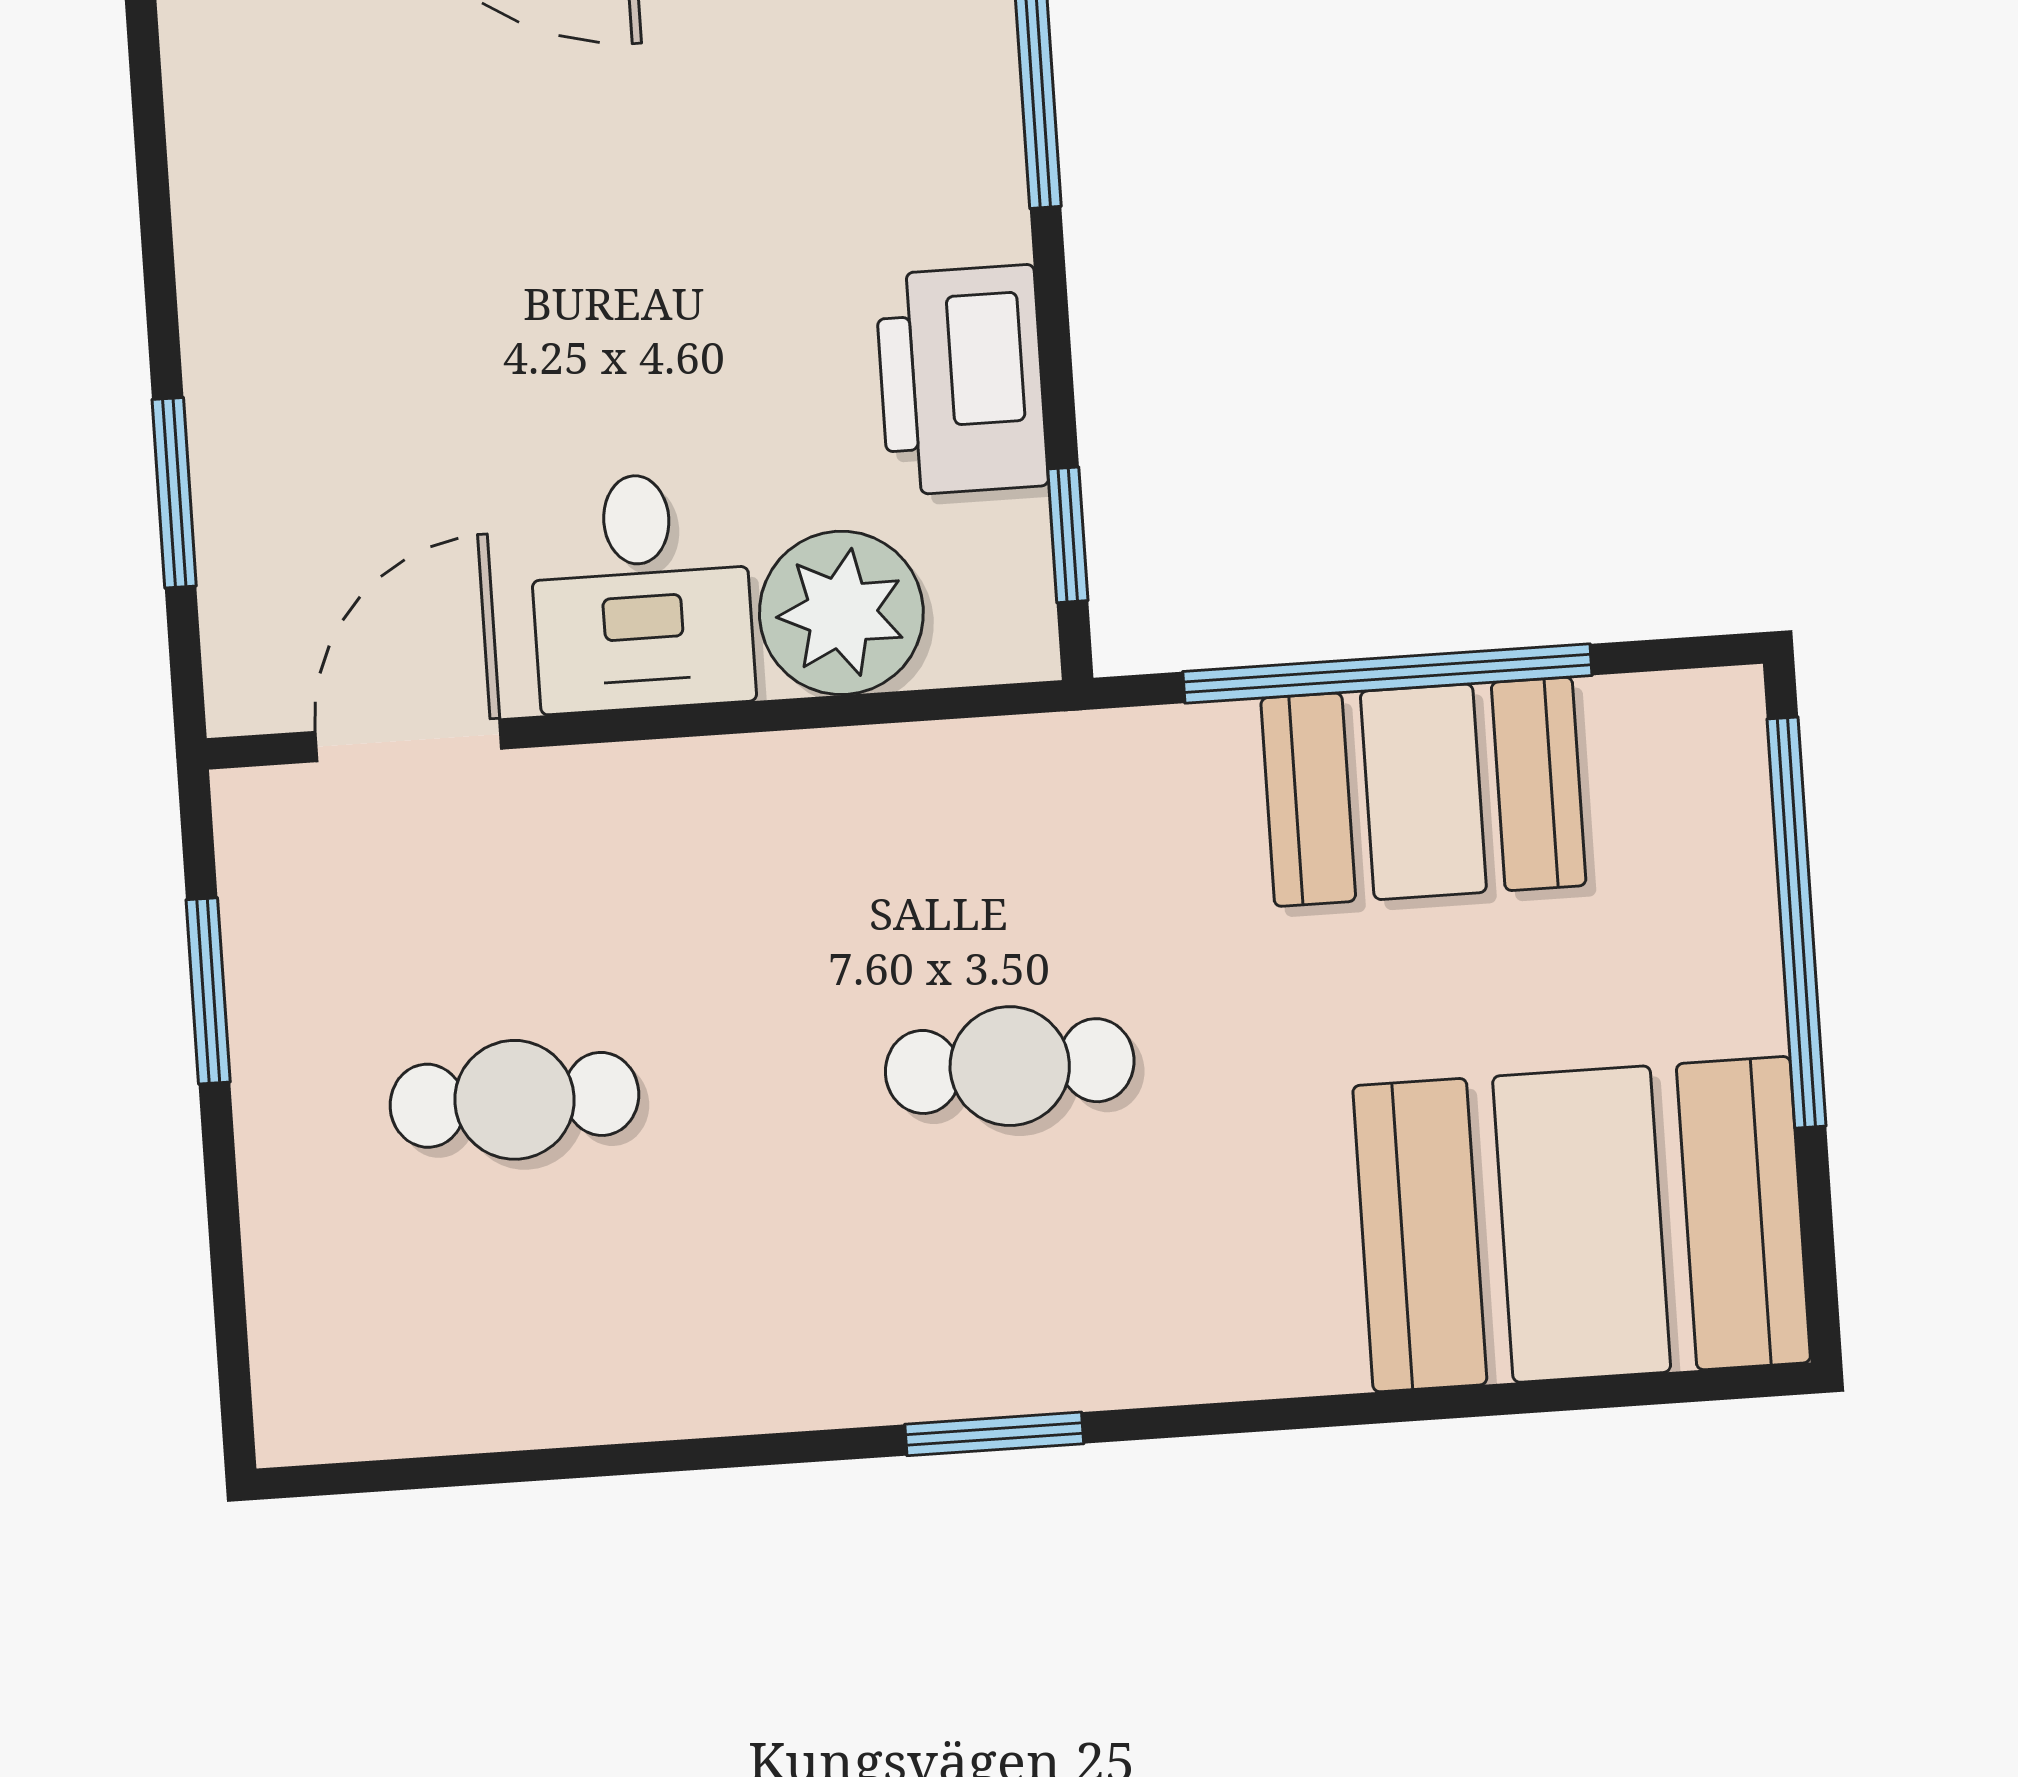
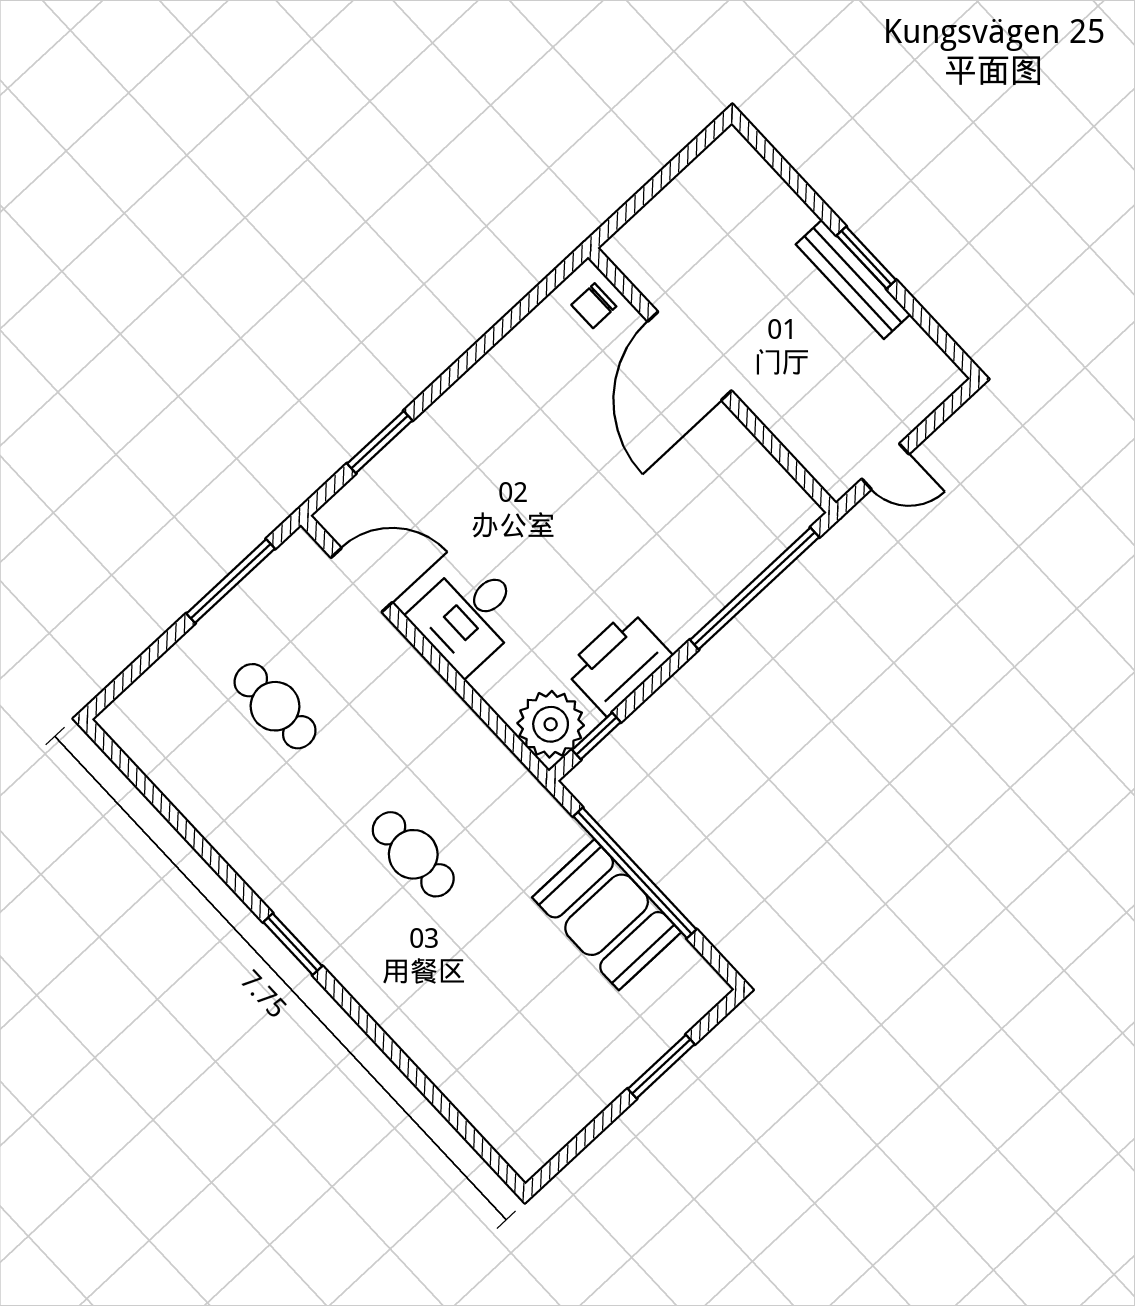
plant: (841, 613) -> (551, 724), moved
window: (1796, 923) -> (661, 1067), width x0.47
window: (208, 991) -> (231, 581), width x1.44
booth: (1582, 1224) -> (510, 1076), removed

